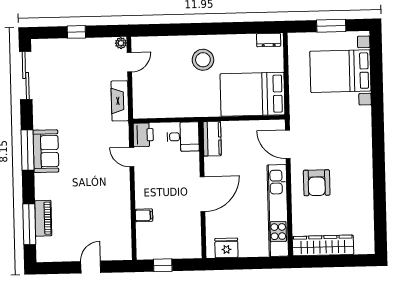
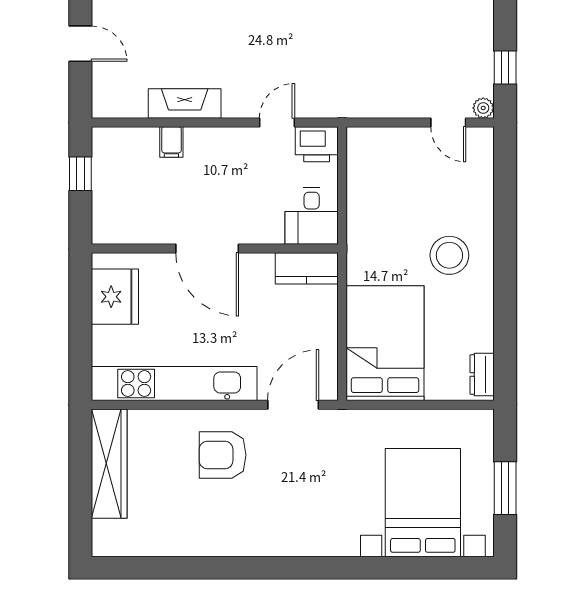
window: (76, 32) -> (505, 68), moved
fireplace: (120, 101) -> (185, 103), moved
fridge: (226, 248) -> (115, 297), width x1.36, depth x1.34

